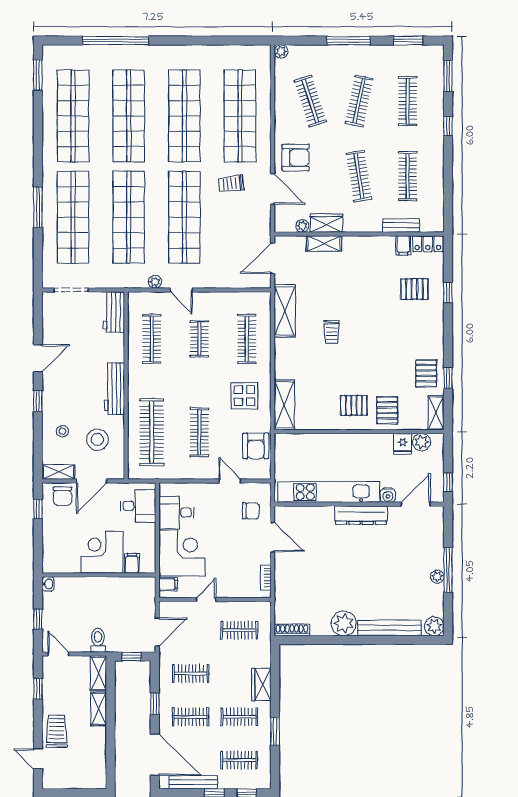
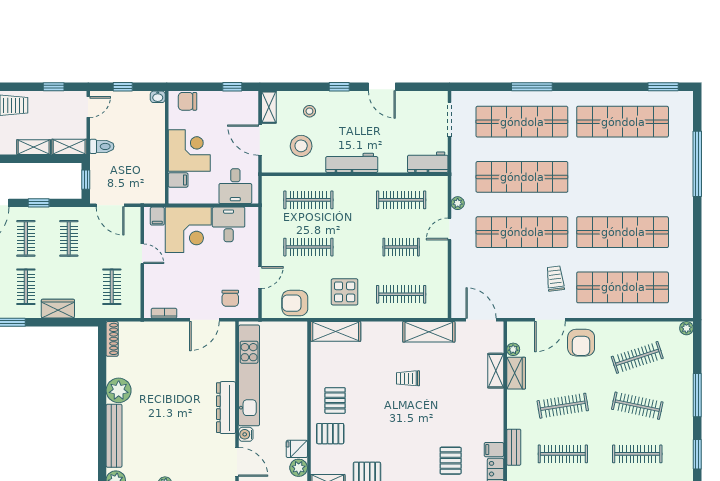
shop shelf: (129, 116) -> (623, 177), removed
clothes rail: (152, 432) -> (308, 200), width x0.73, depth x0.76
chair: (62, 496) -> (187, 101), moved

